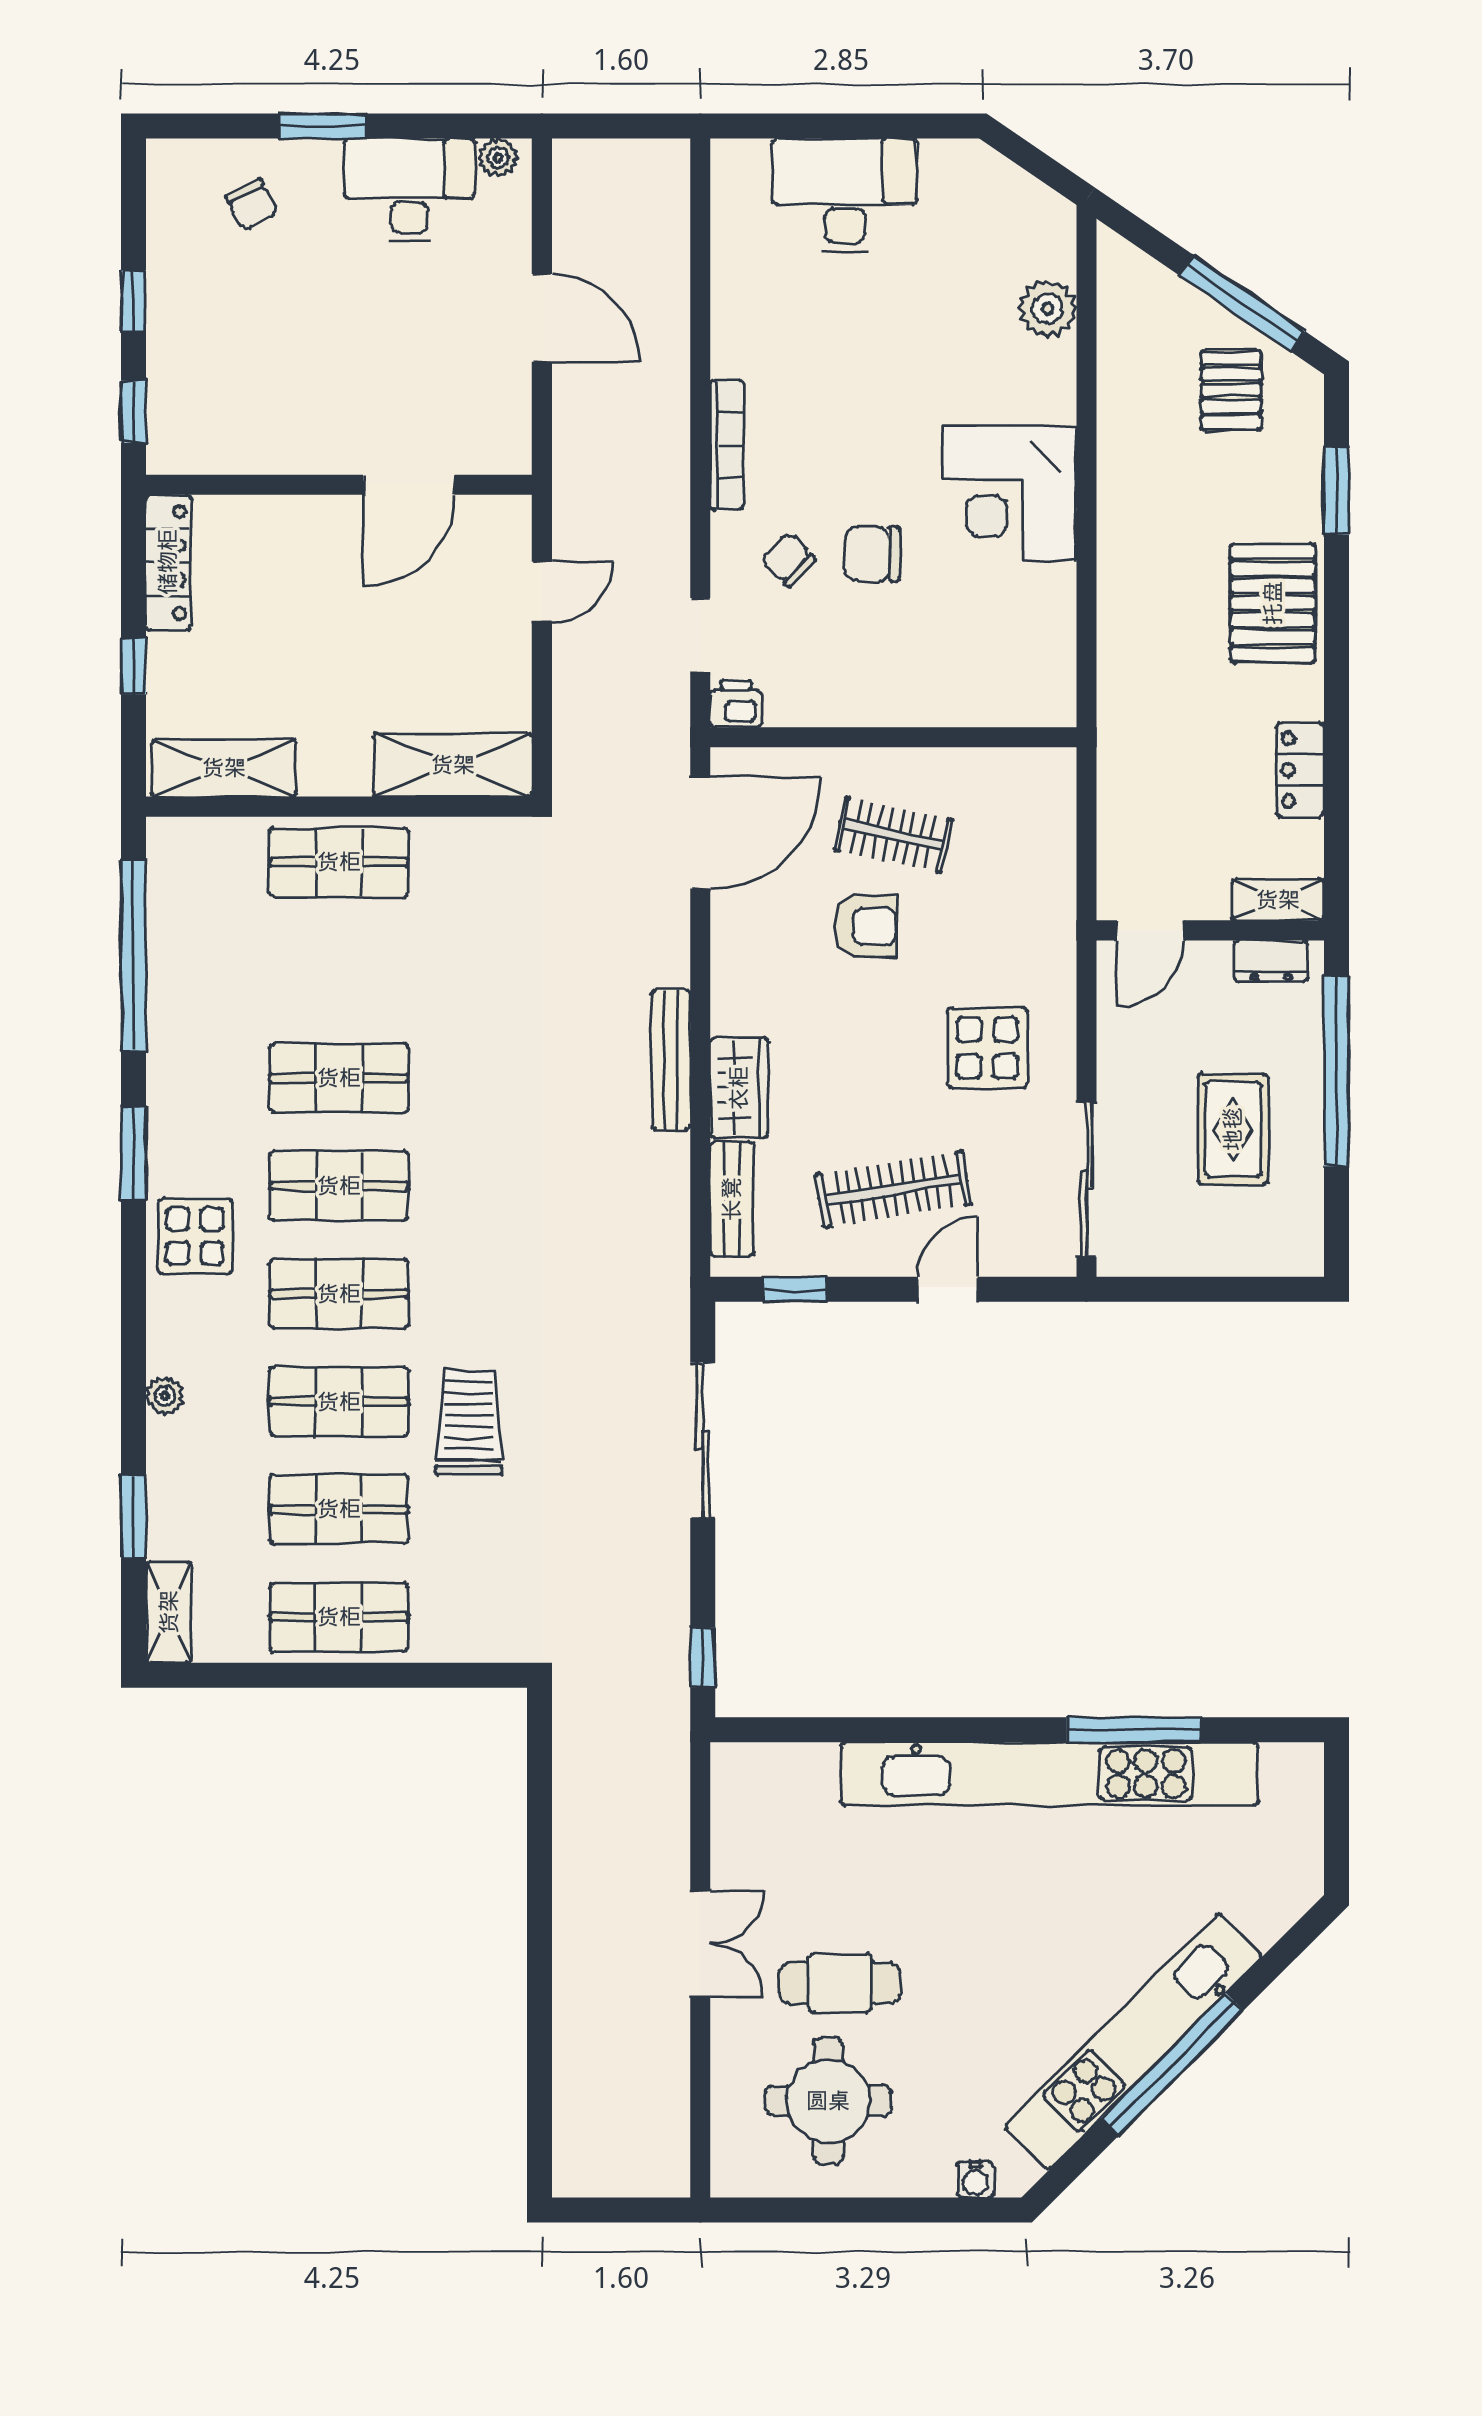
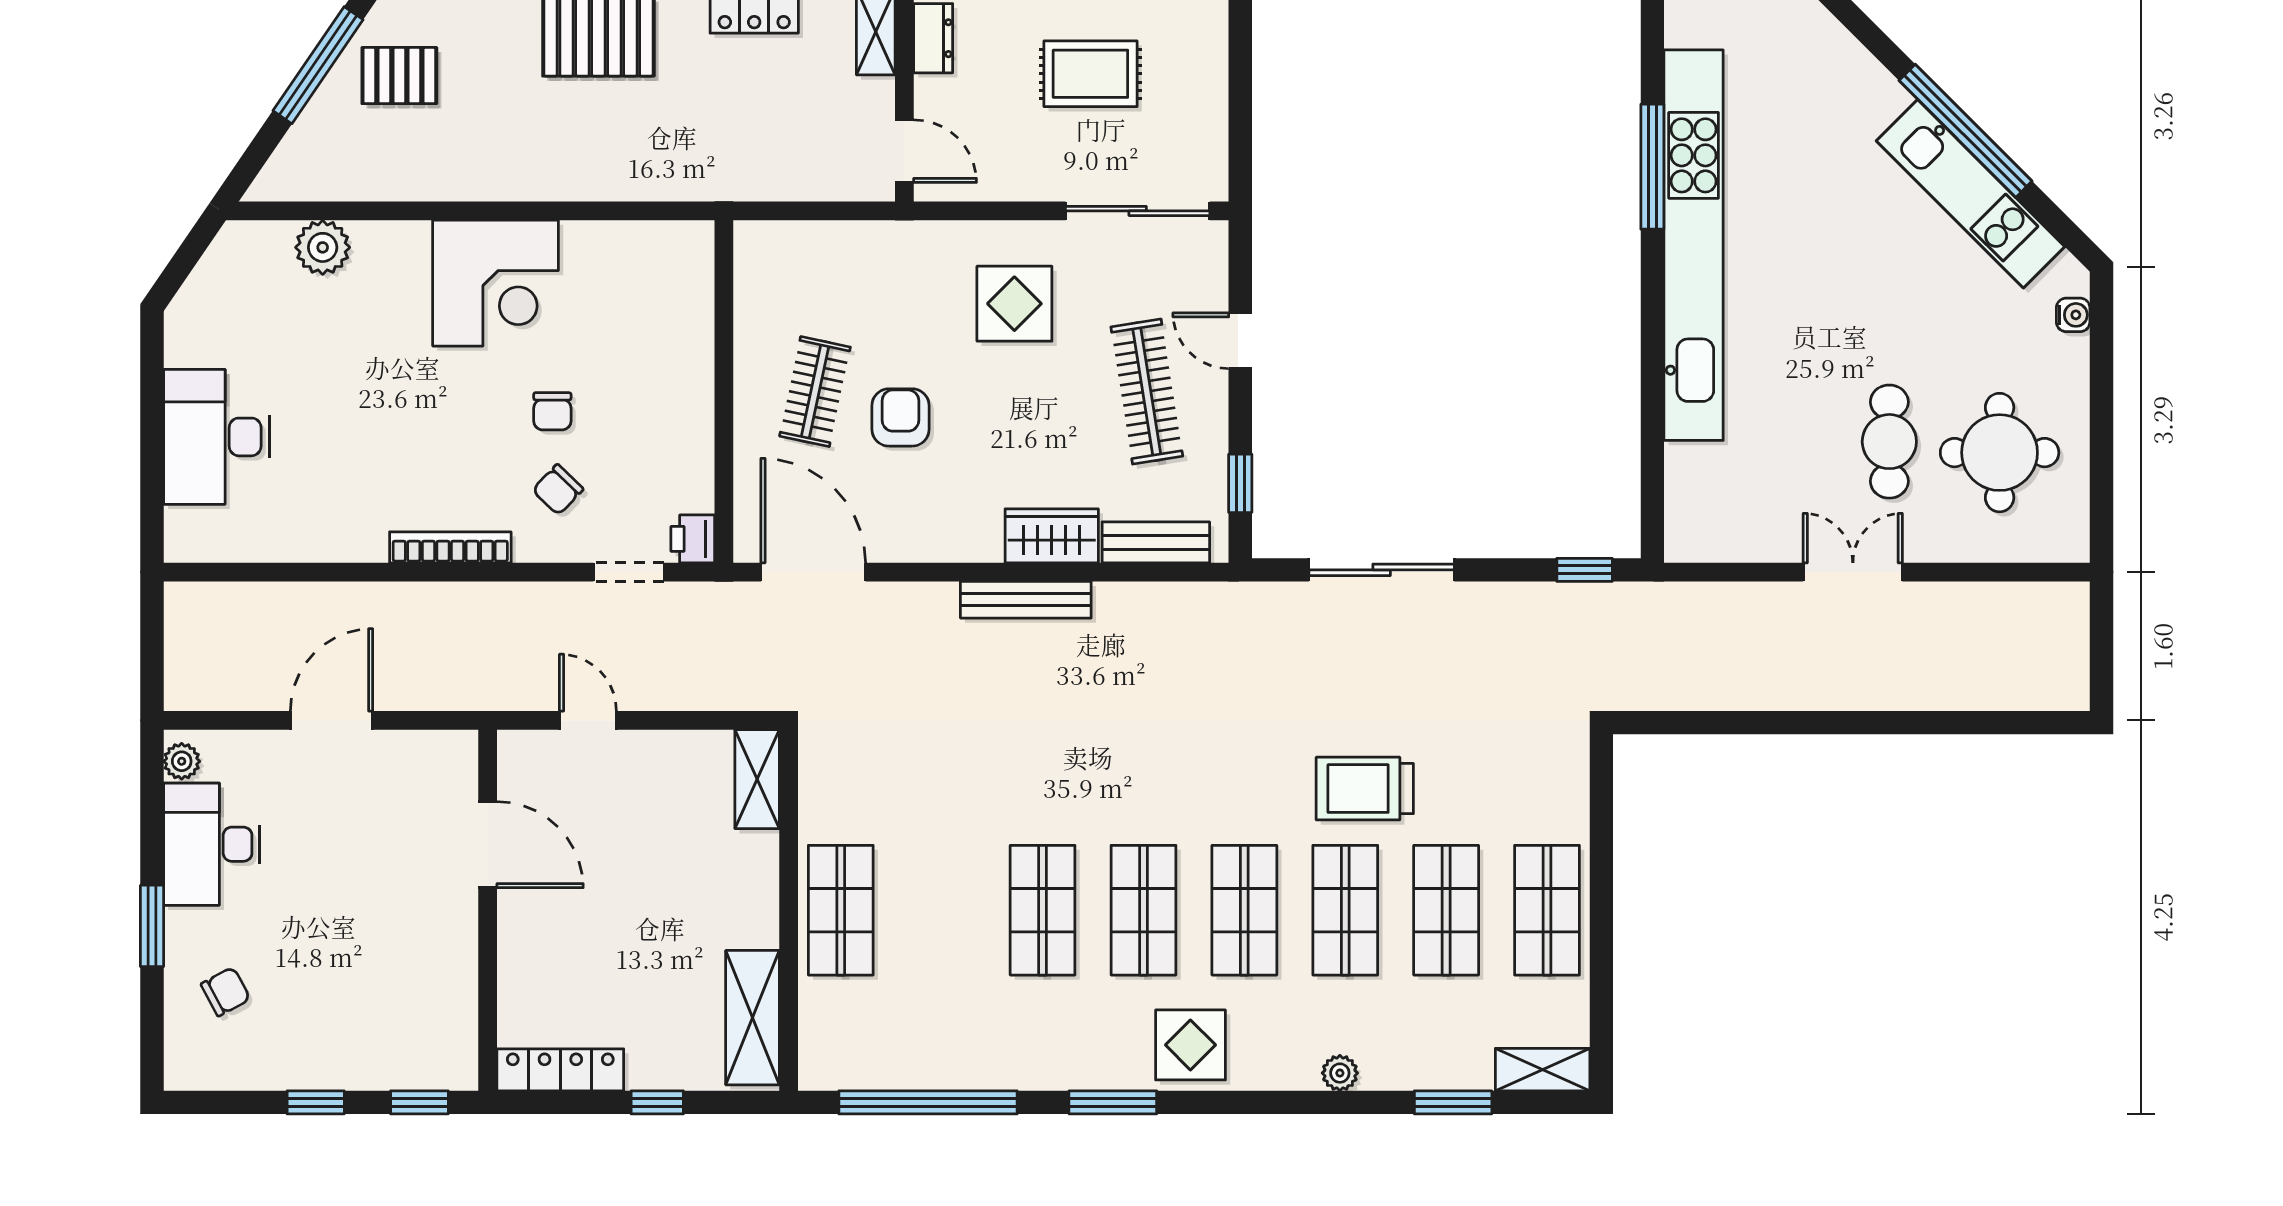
chair: (872, 554) -> (552, 411), width x0.73, depth x0.73
shelving: (453, 765) -> (757, 779), width x0.67, depth x0.75
kitchen unit: (1133, 2041) -> (1971, 194), width x0.73

